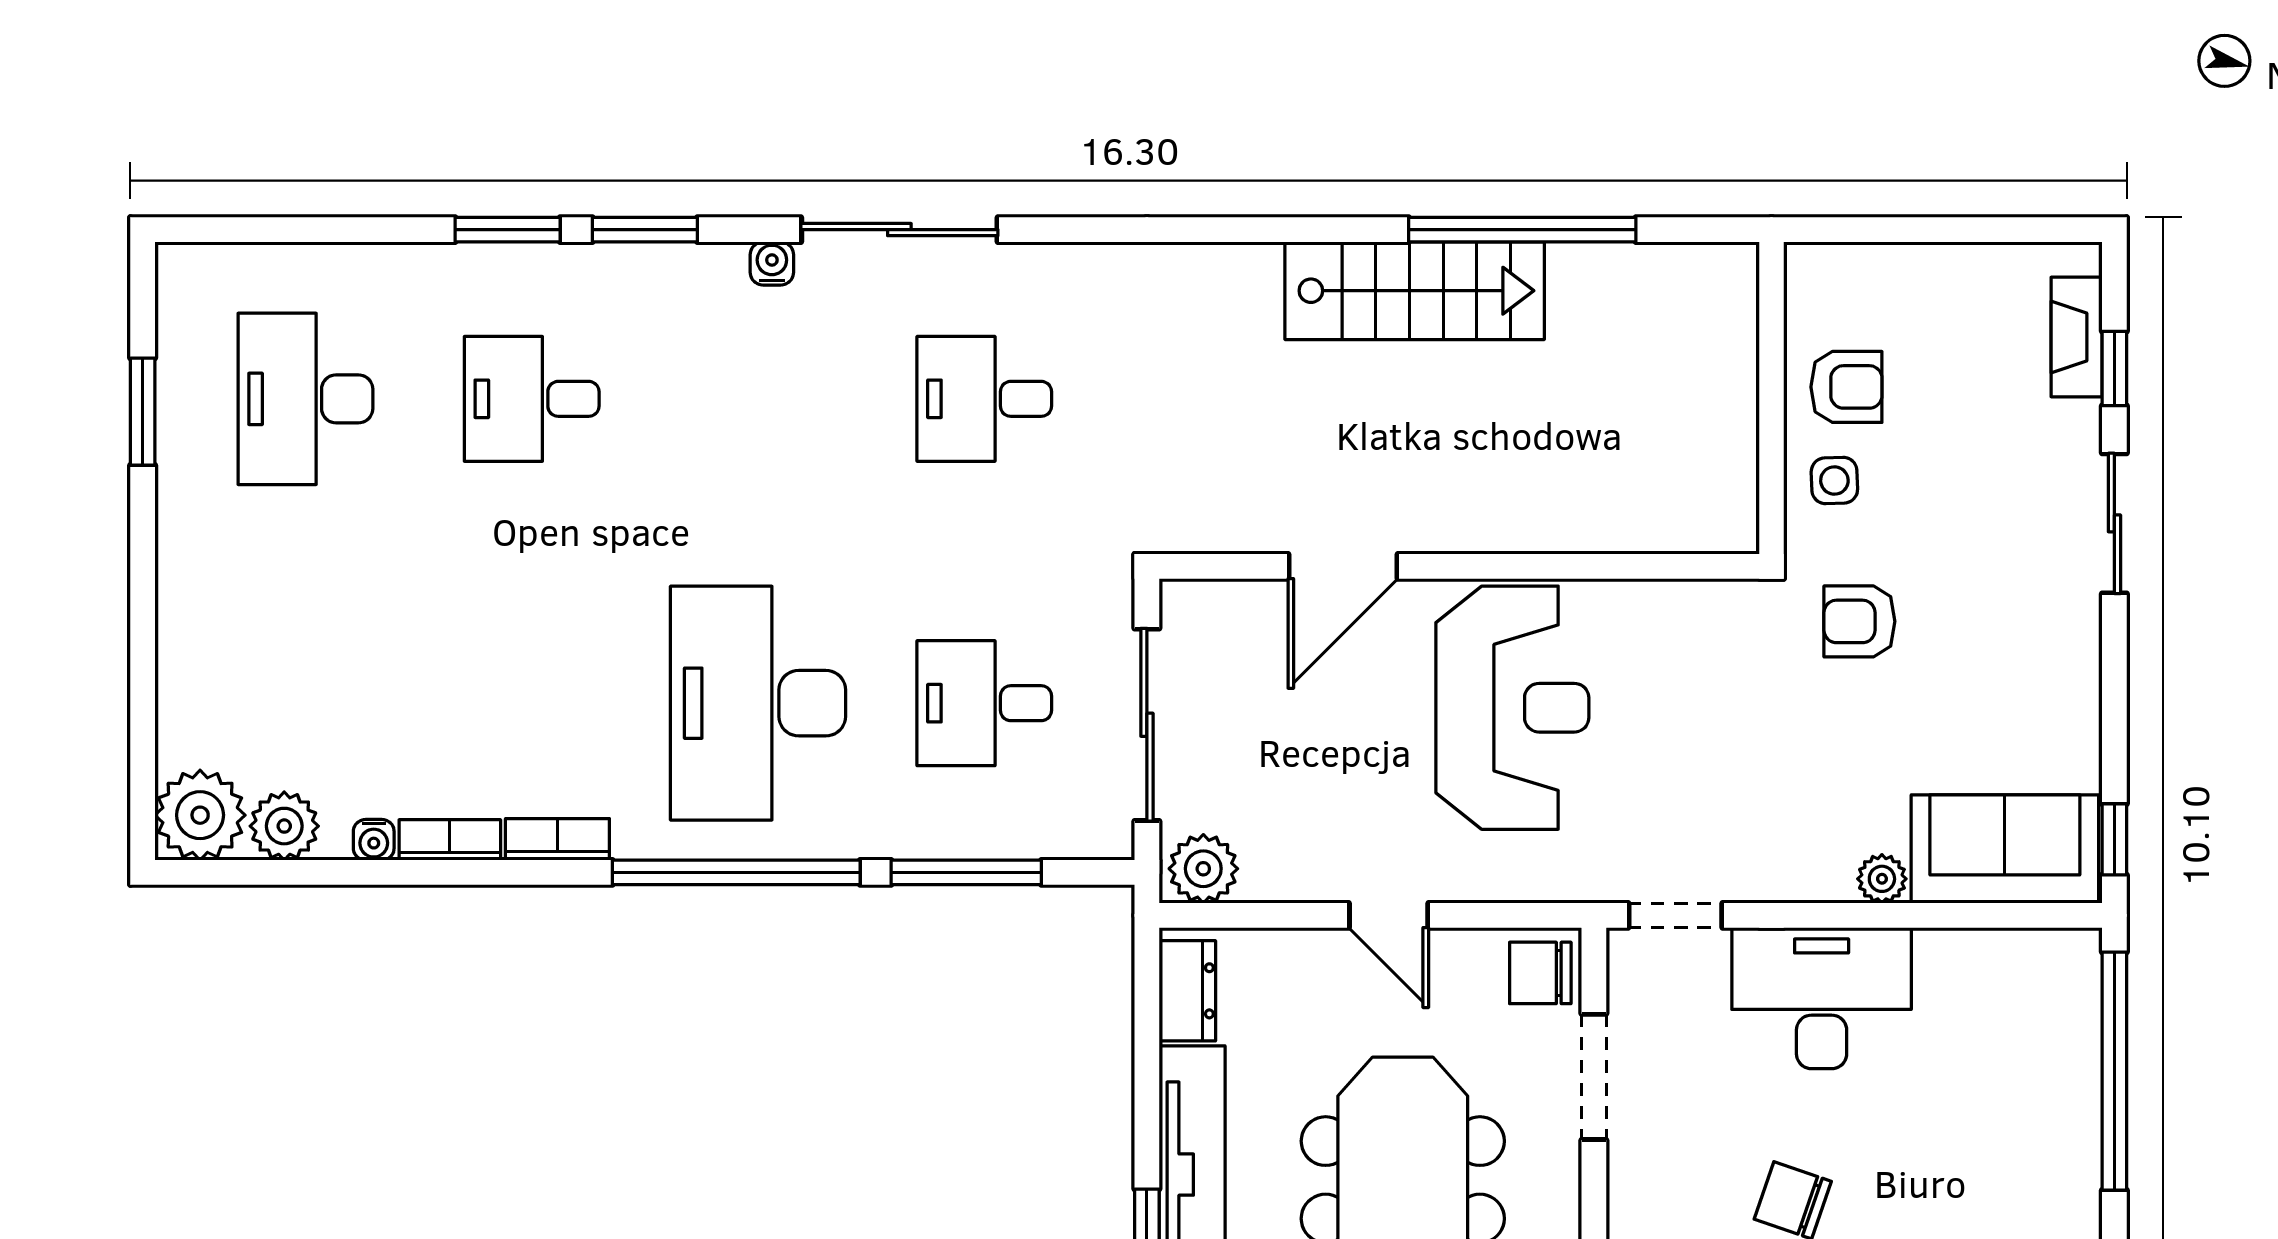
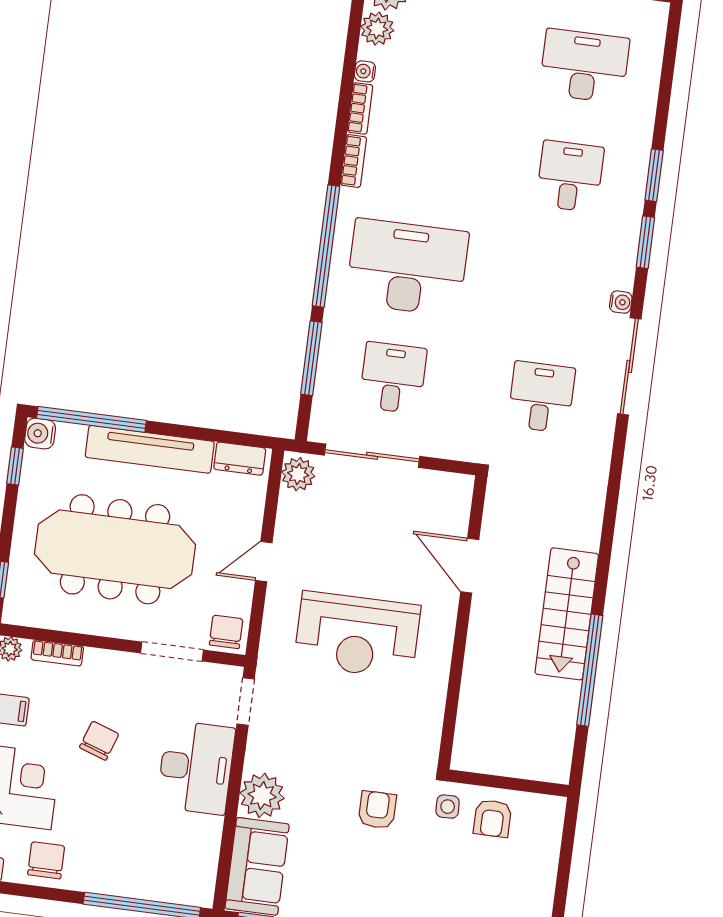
door: (1343, 566) -> (470, 566), moved
wall: (1459, 566) -> (462, 622), moved
plant: (1882, 879) -> (262, 795), width x1.88, depth x1.88

